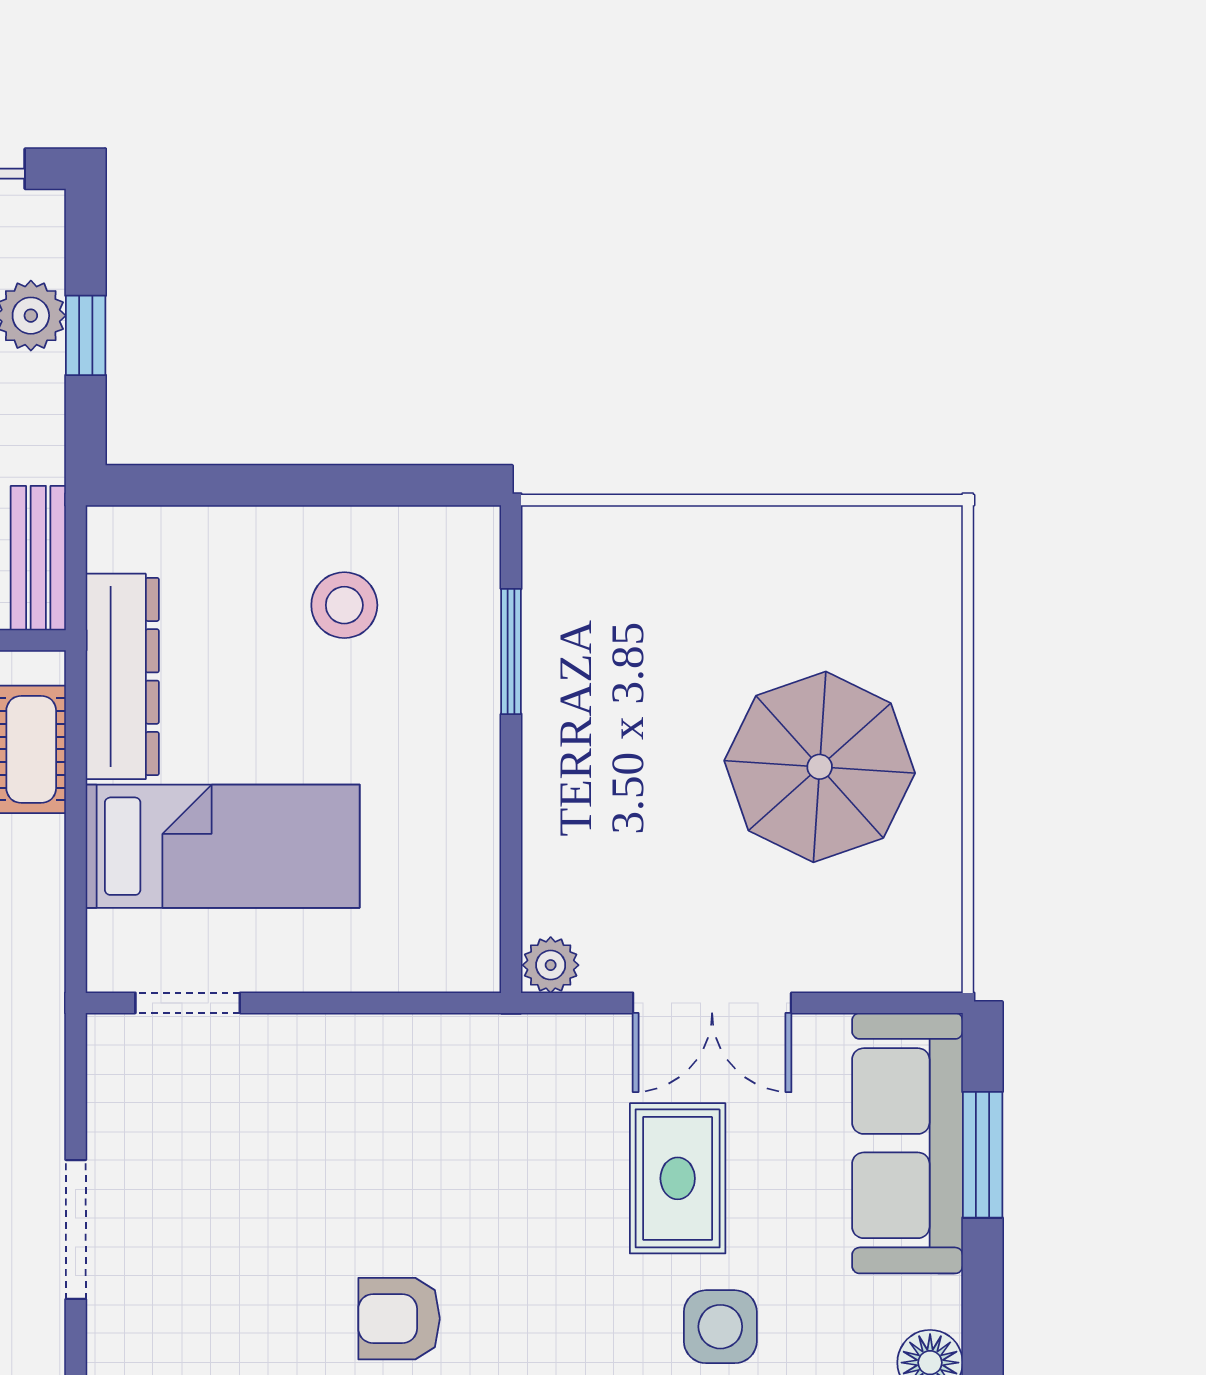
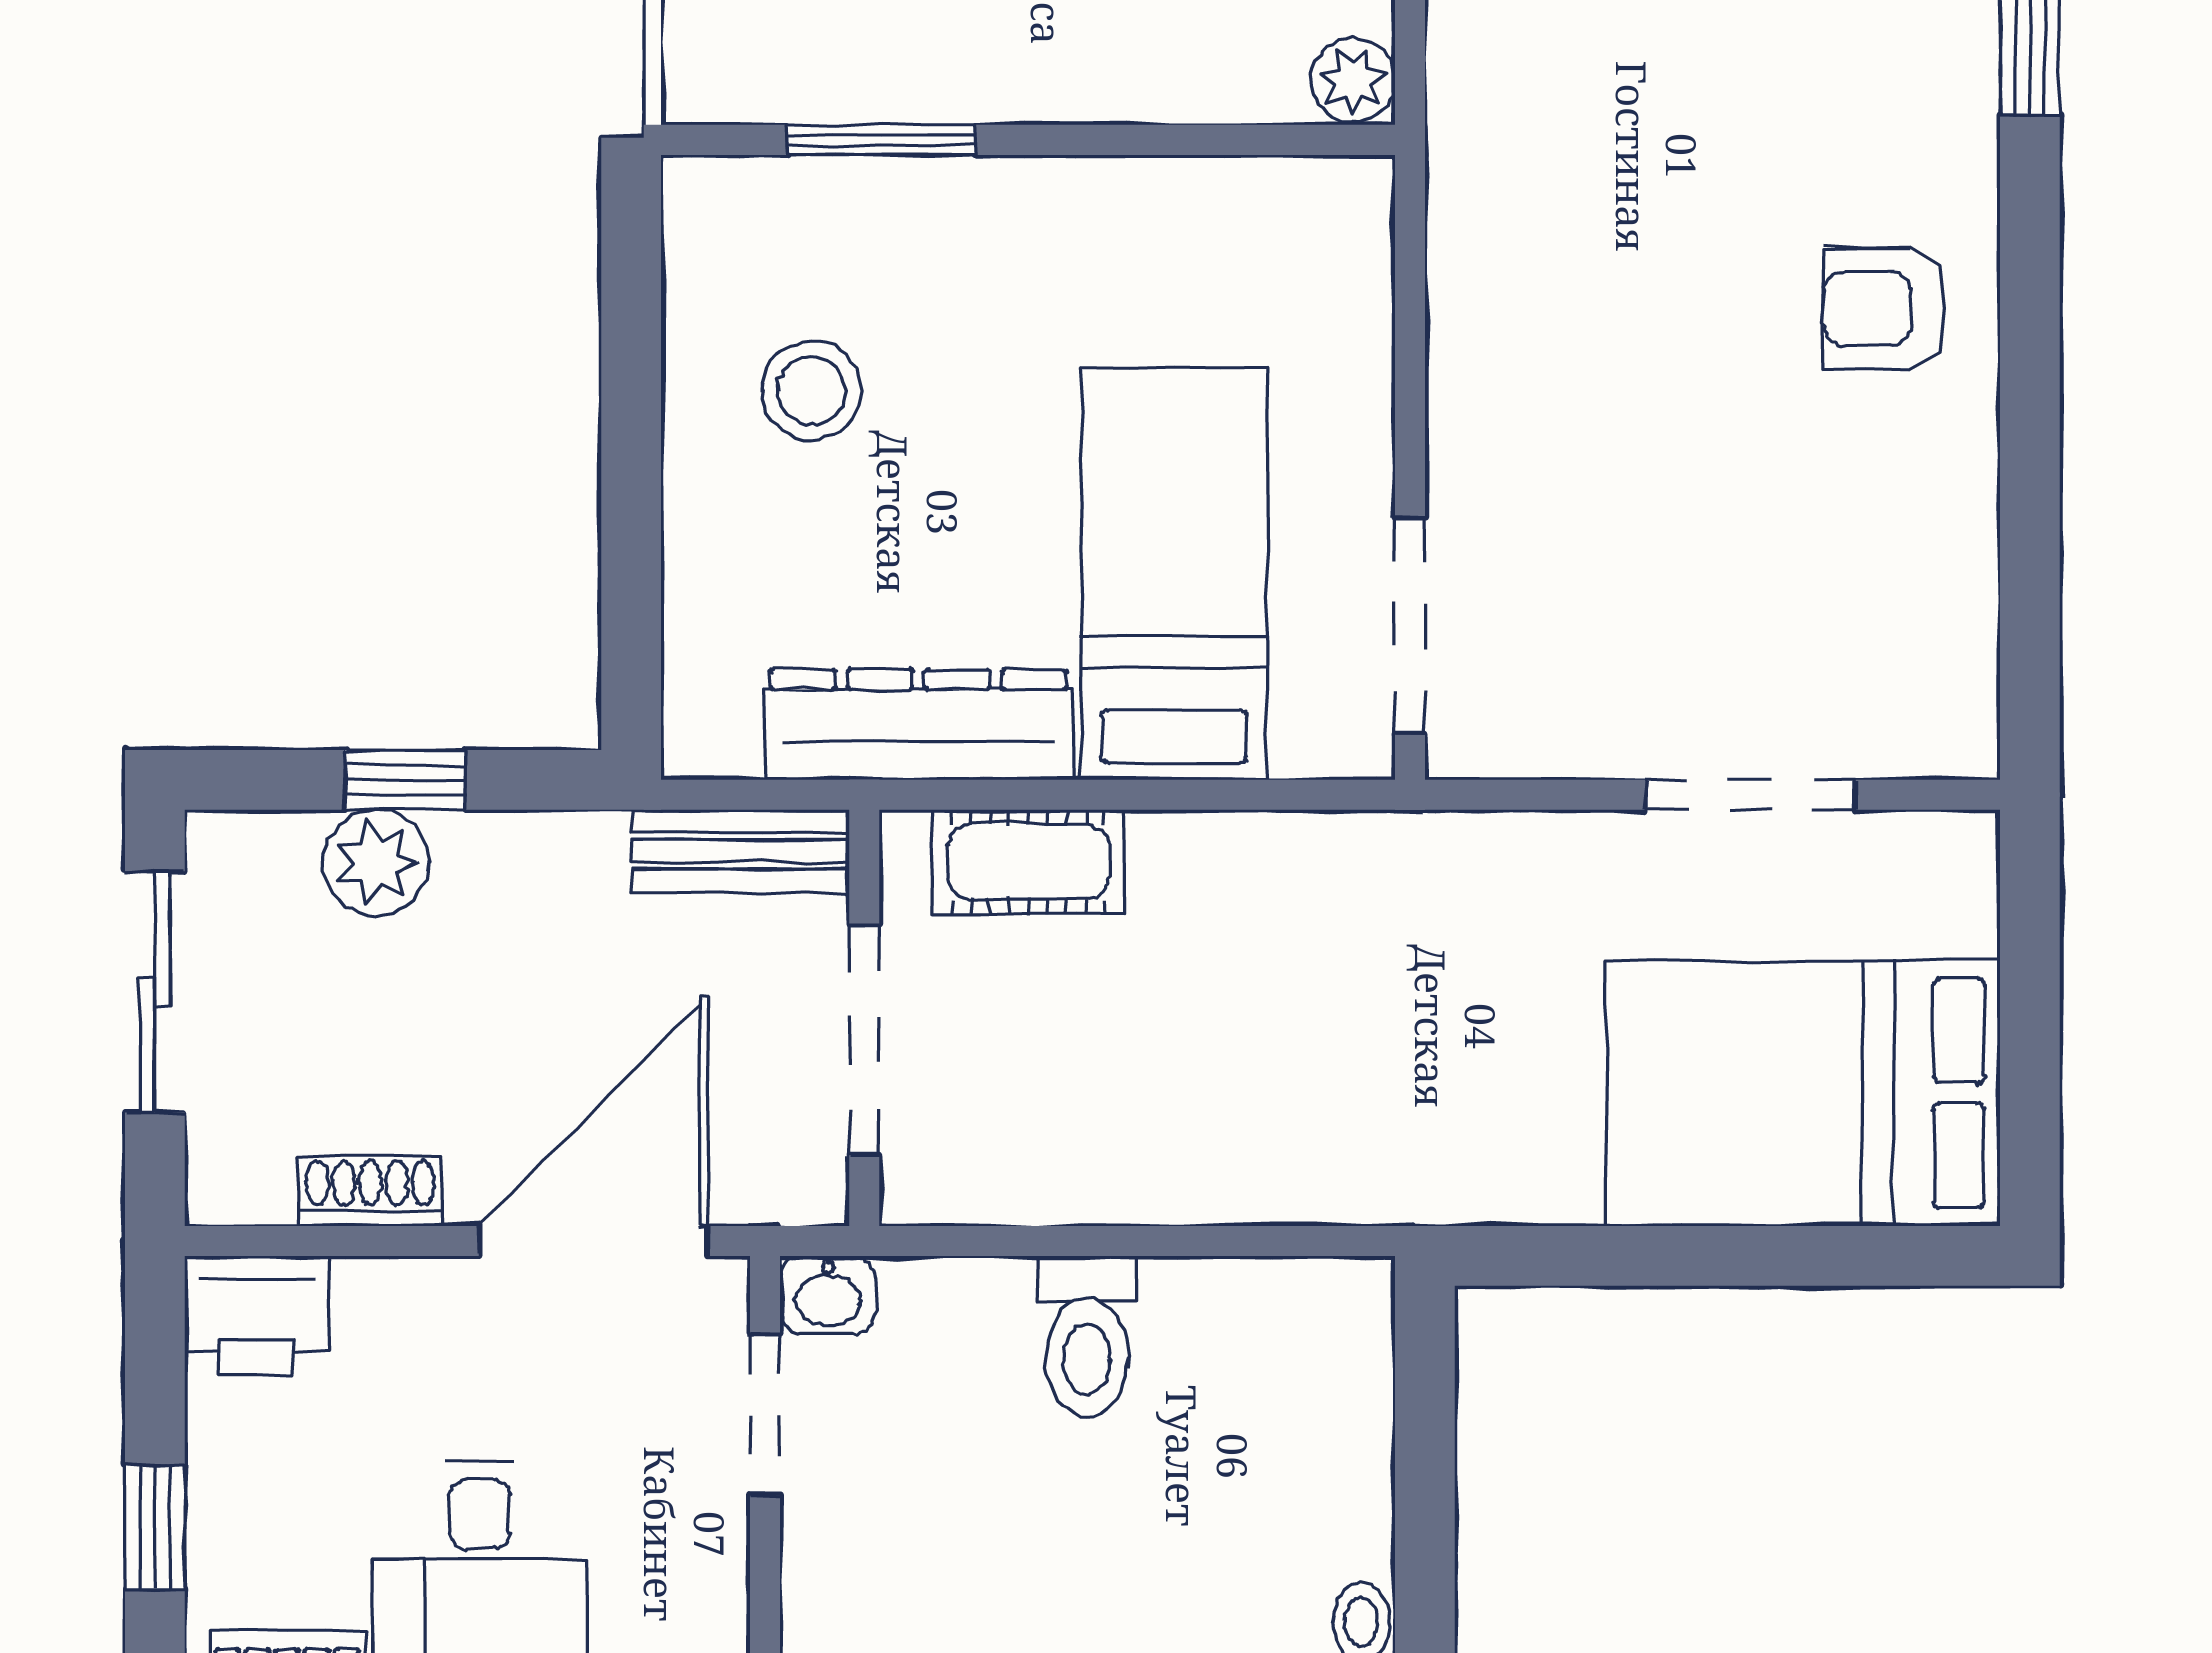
doorway: (188, 1003) -> (1410, 626), width x1.38
armchair: (399, 1319) -> (1885, 308), turned 90

